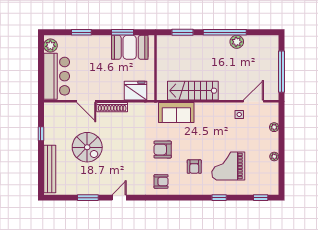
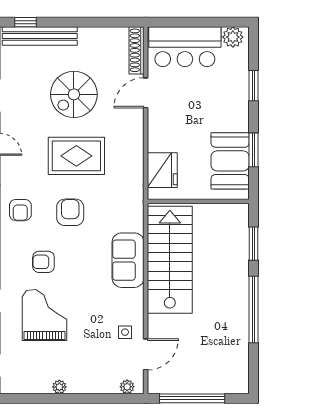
plant: (237, 42) -> (239, 328), removed
stairs: (193, 91) -> (170, 260), width x1.36, depth x1.51
door: (253, 101) -> (146, 354), hinge flipped
shoe rack: (112, 107) -> (137, 50), moved
sofa: (176, 113) -> (128, 260), moved
plant: (274, 127) -> (127, 387), moved
window: (41, 134) -> (26, 22), moved
rug: (126, 146) -> (76, 156), added

